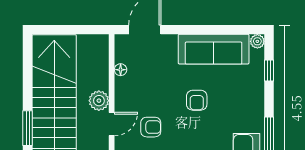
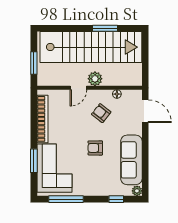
door: (112, 124) -> (78, 88), hinge flipped
armchair: (151, 127) -> (101, 113), moved, turned 128
window: (28, 128) -> (105, 28), moved

